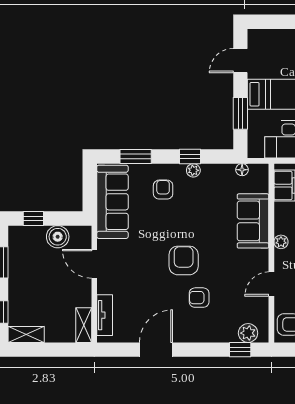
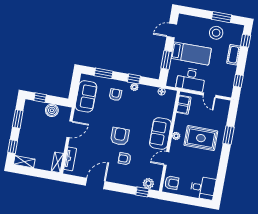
sofa: (112, 202) -> (86, 96), width x0.73
sofa: (253, 221) -> (160, 133), moved
door: (94, 264) -> (69, 129), swing flipped

